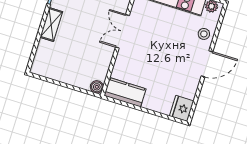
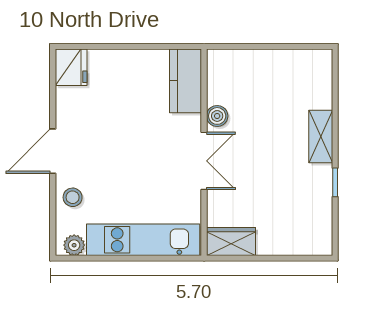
boiler: (97, 87) -> (217, 116), moved
kitchen counter: (125, 92) -> (185, 81), moved, turned 90

